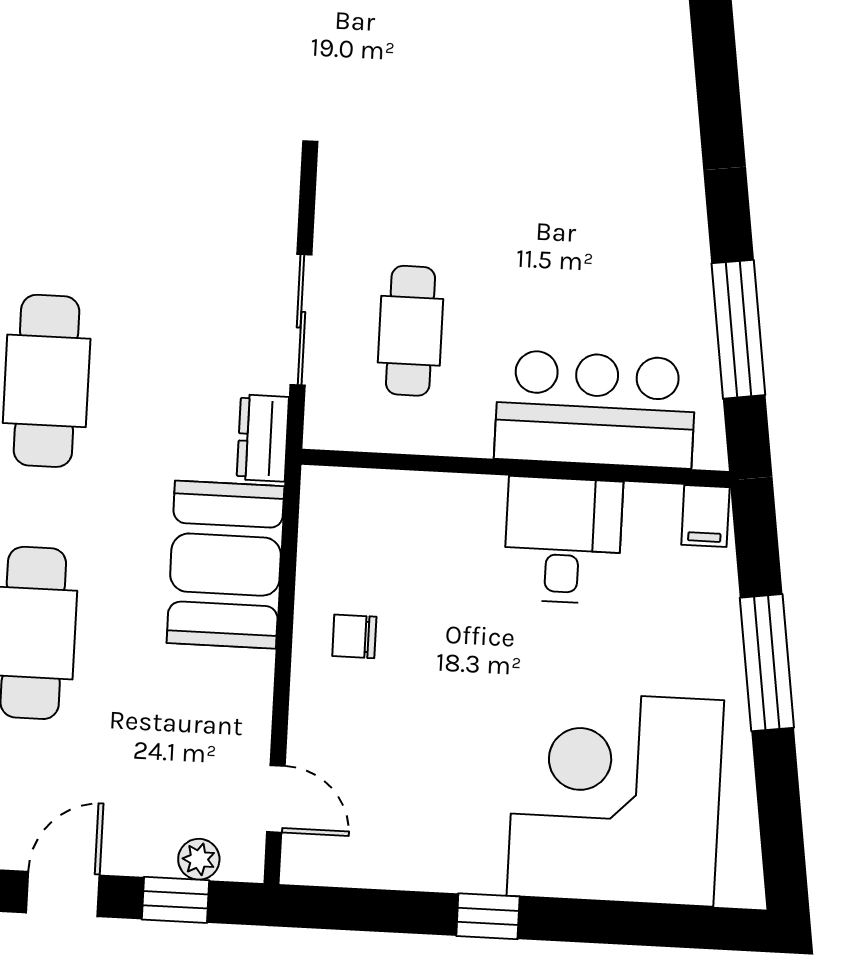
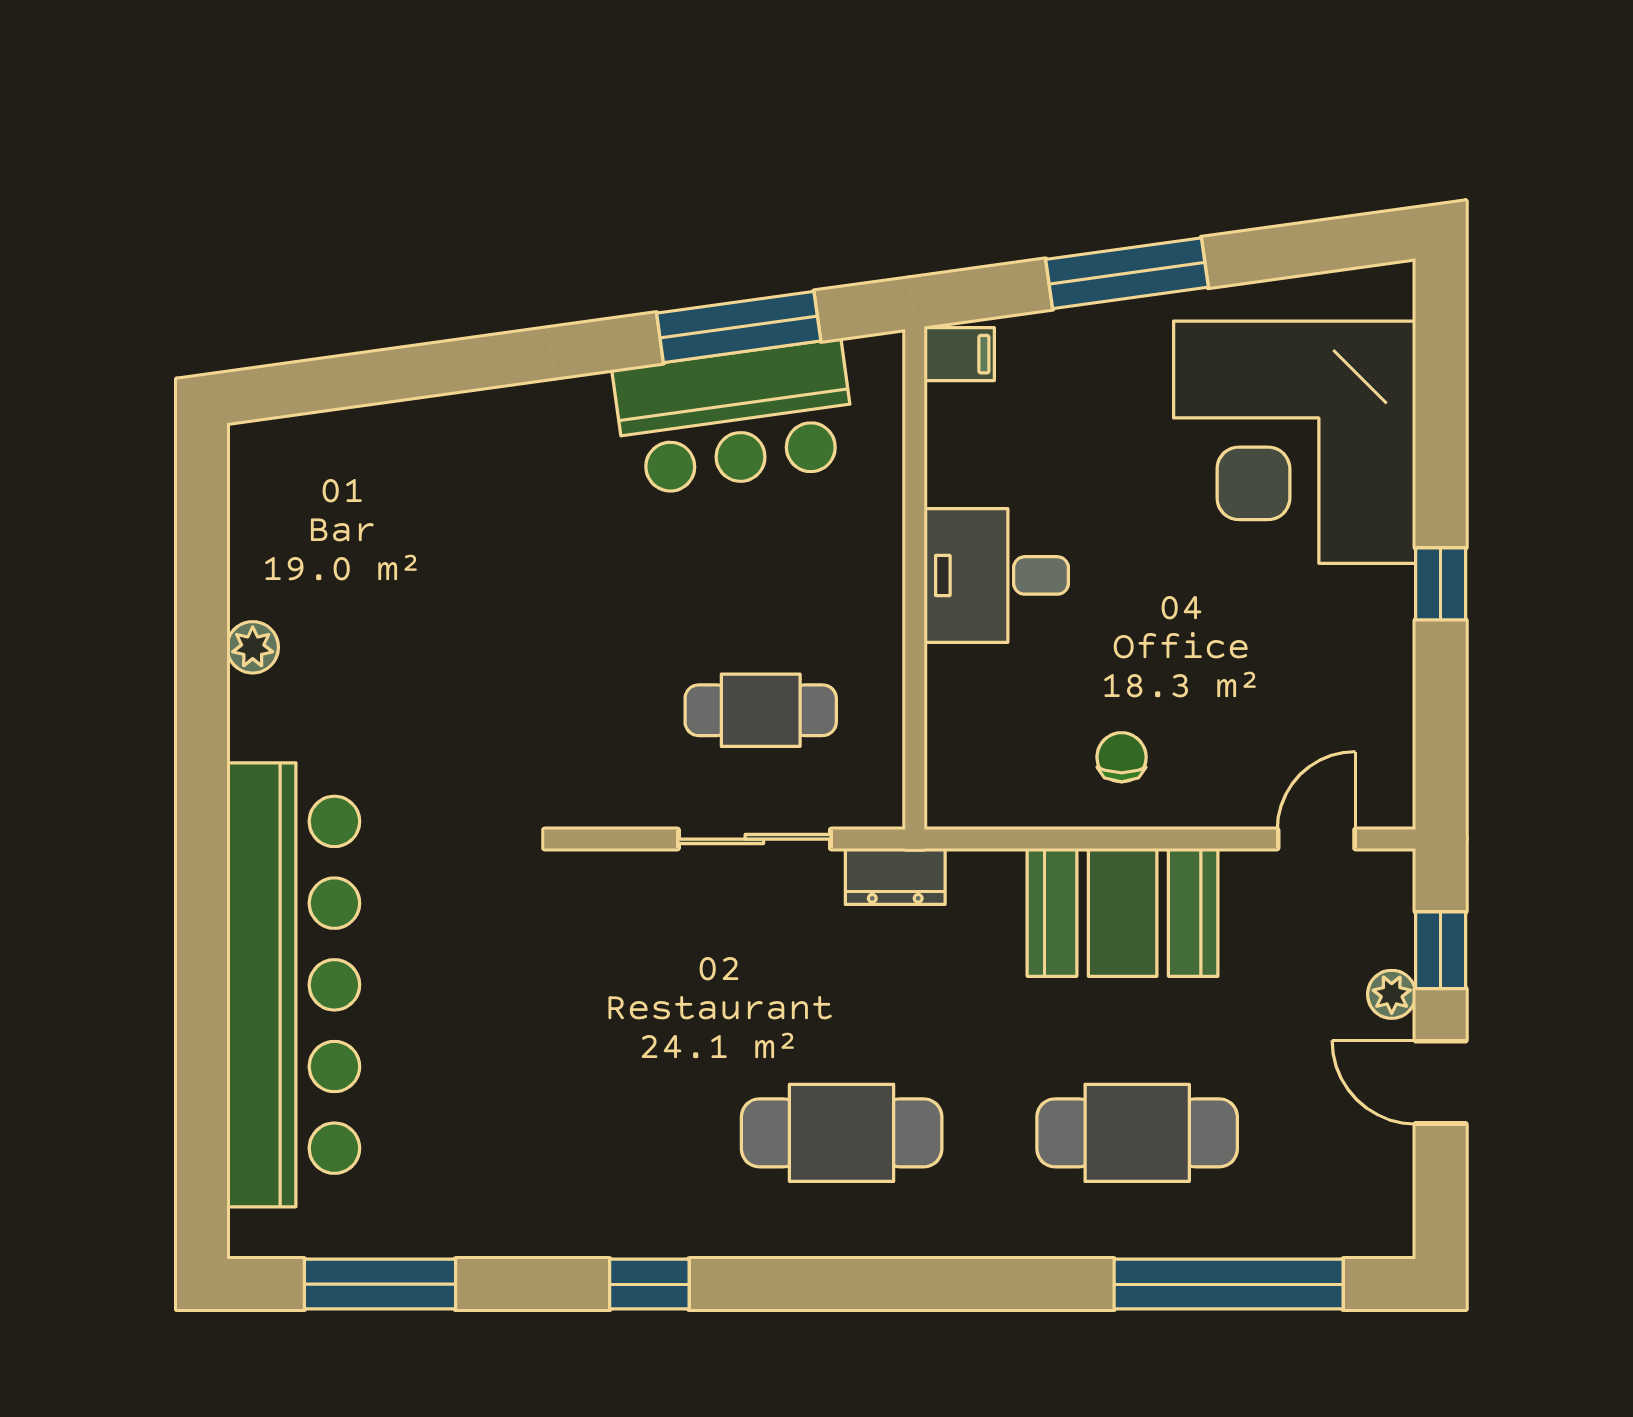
bar counter: (595, 409) -> (735, 417), moved, turned -98
desk: (563, 540) -> (996, 575), moved
booth: (225, 565) -> (1123, 912), moved
chair: (354, 636) -> (1122, 757), turned 180
plant: (199, 859) -> (1392, 994), moved

